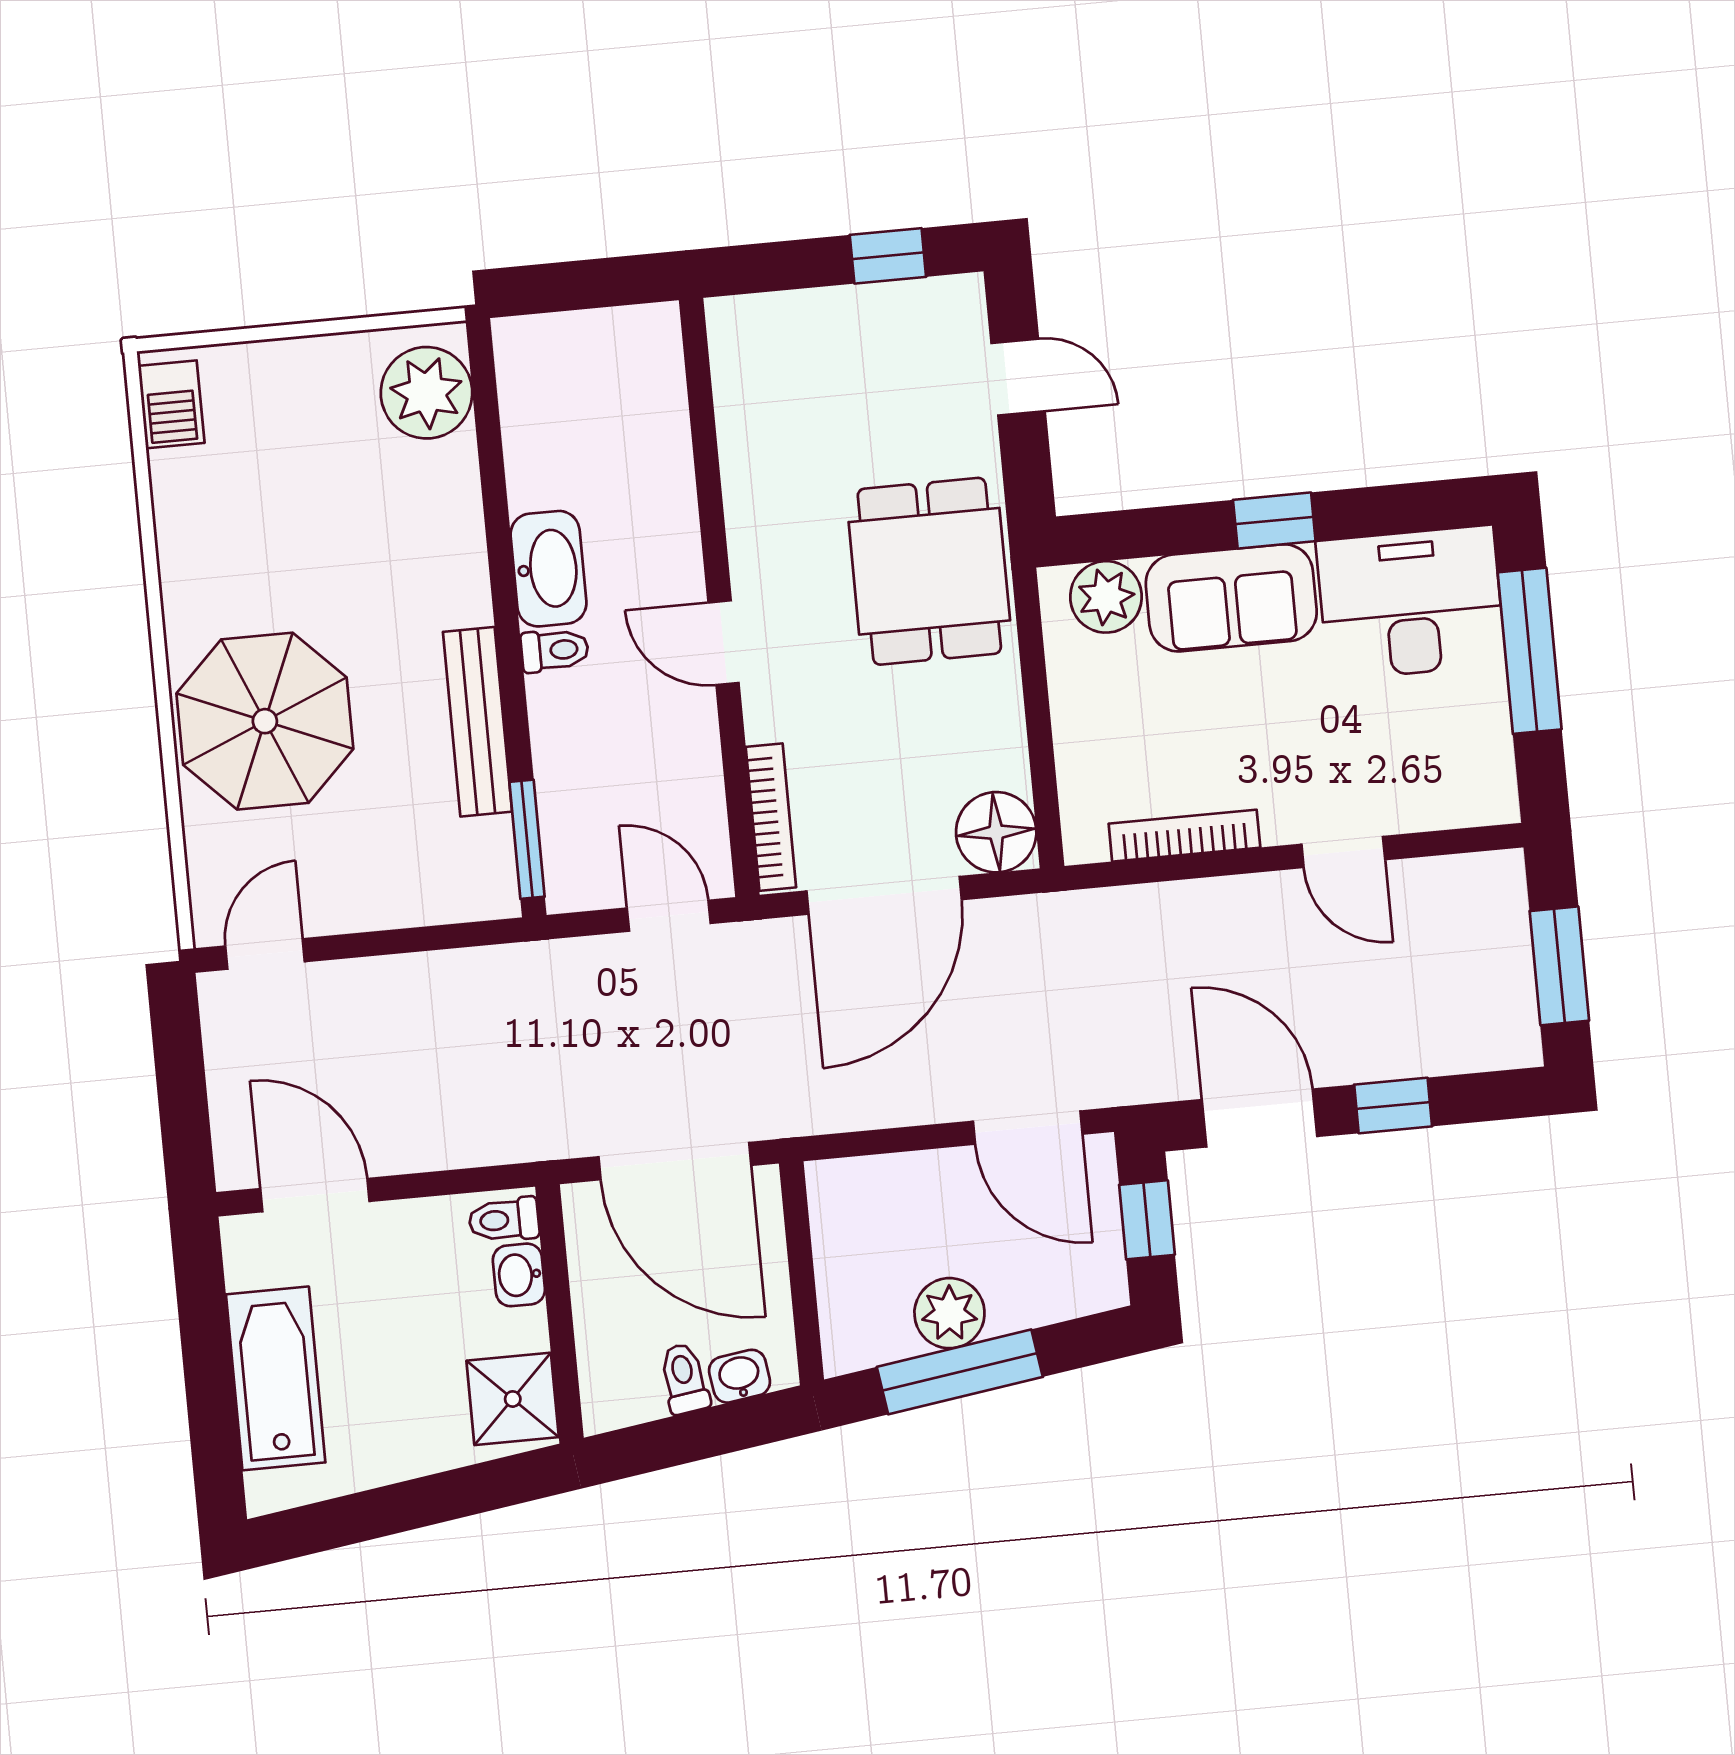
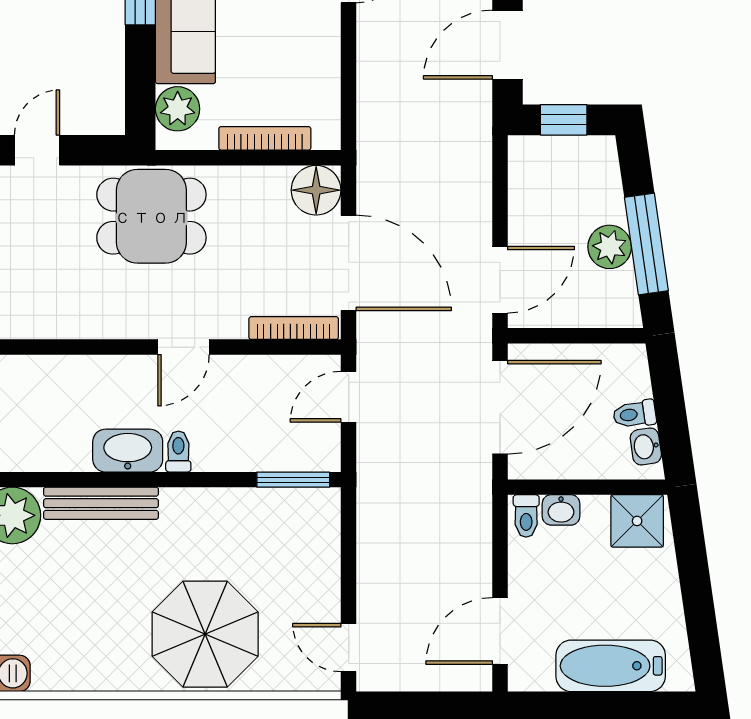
bench: (477, 722) -> (101, 503), moved
bookcase: (1184, 836) -> (265, 138), moved, turned 90
door: (1028, 1128) -> (500, 280), moved
washbasin: (740, 1376) -> (646, 446), moved

